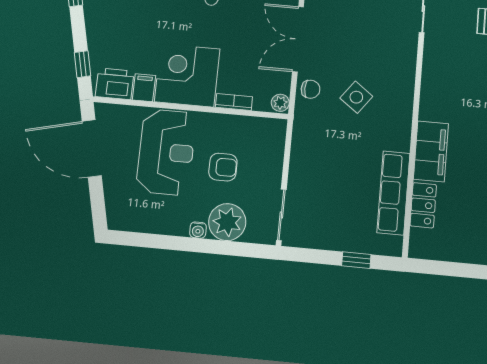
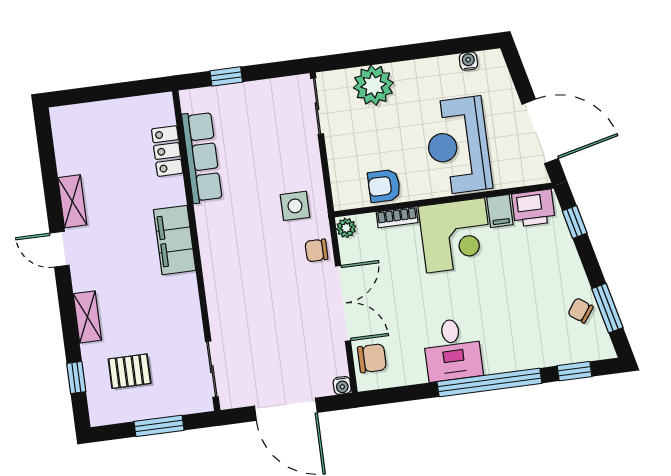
side table: (356, 97) -> (295, 206), moved, turned -37
filing cabinet: (431, 151) -> (175, 240), moved
armchair: (223, 167) -> (384, 186), moved
water cooler: (198, 230) -> (468, 61), moved

